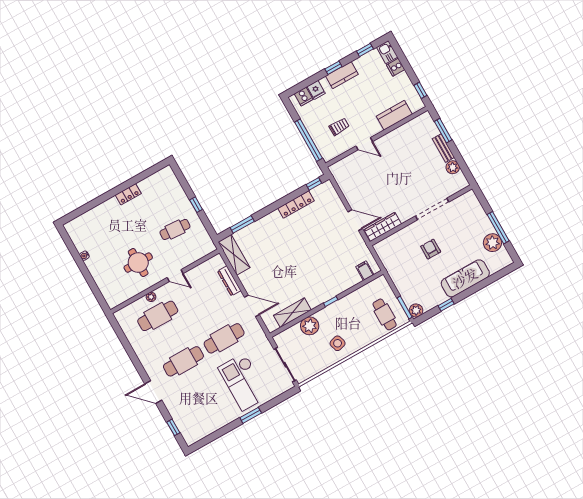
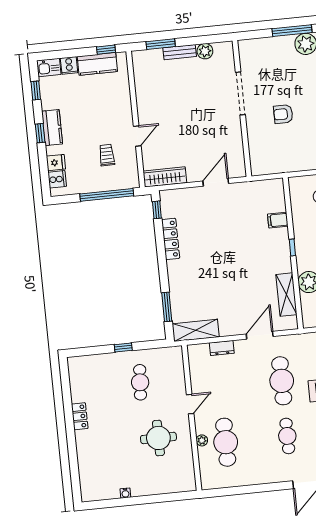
kitchen counter: (394, 115) -> (97, 64), moved, turned -90
wardrobe: (383, 227) -> (165, 177), moved, turned 90
filing cabinet: (365, 271) -> (278, 220), moved
dresser: (229, 281) -> (222, 348), width x0.70
cafe table: (183, 361) -> (287, 436), width x0.73, depth x0.74

